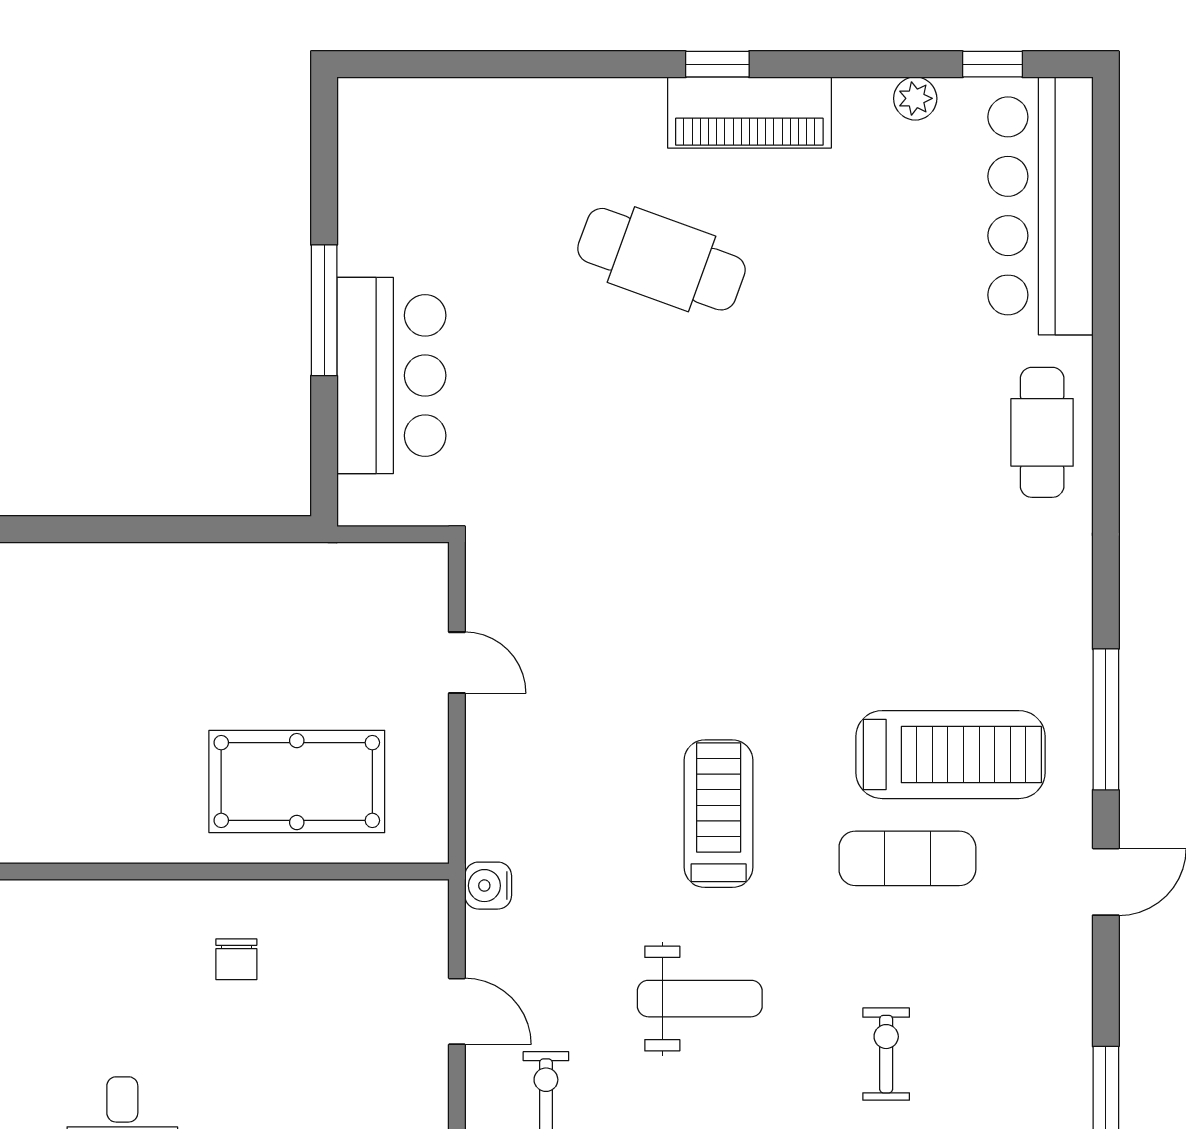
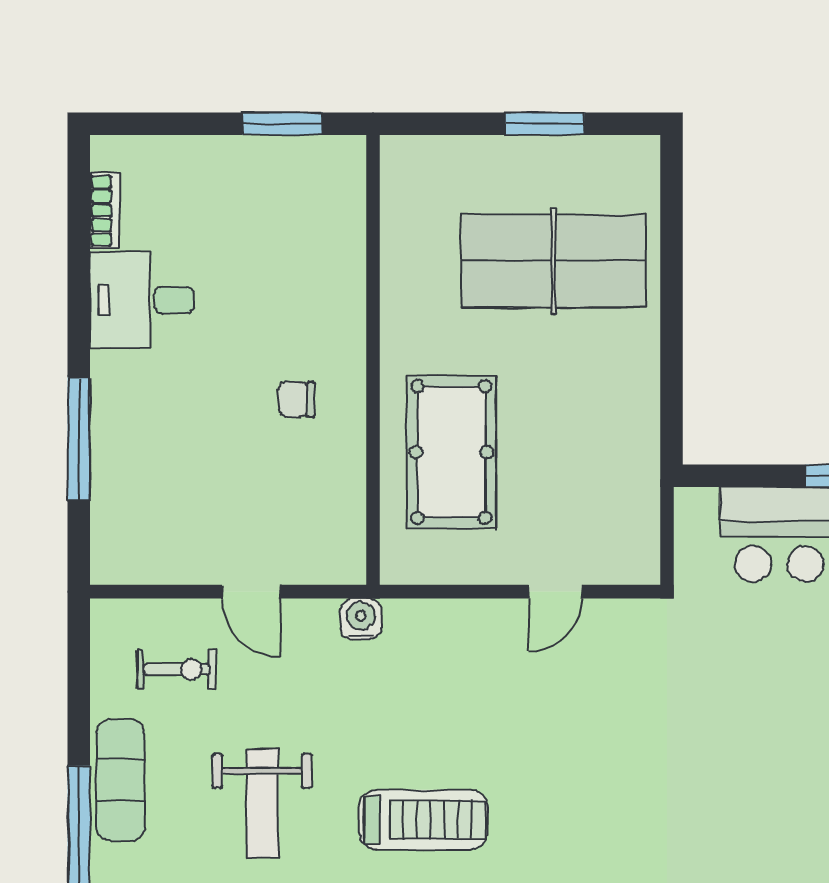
table tennis table: (78, 664) -> (554, 261), added
door: (457, 1011) -> (251, 592), hinge flipped

